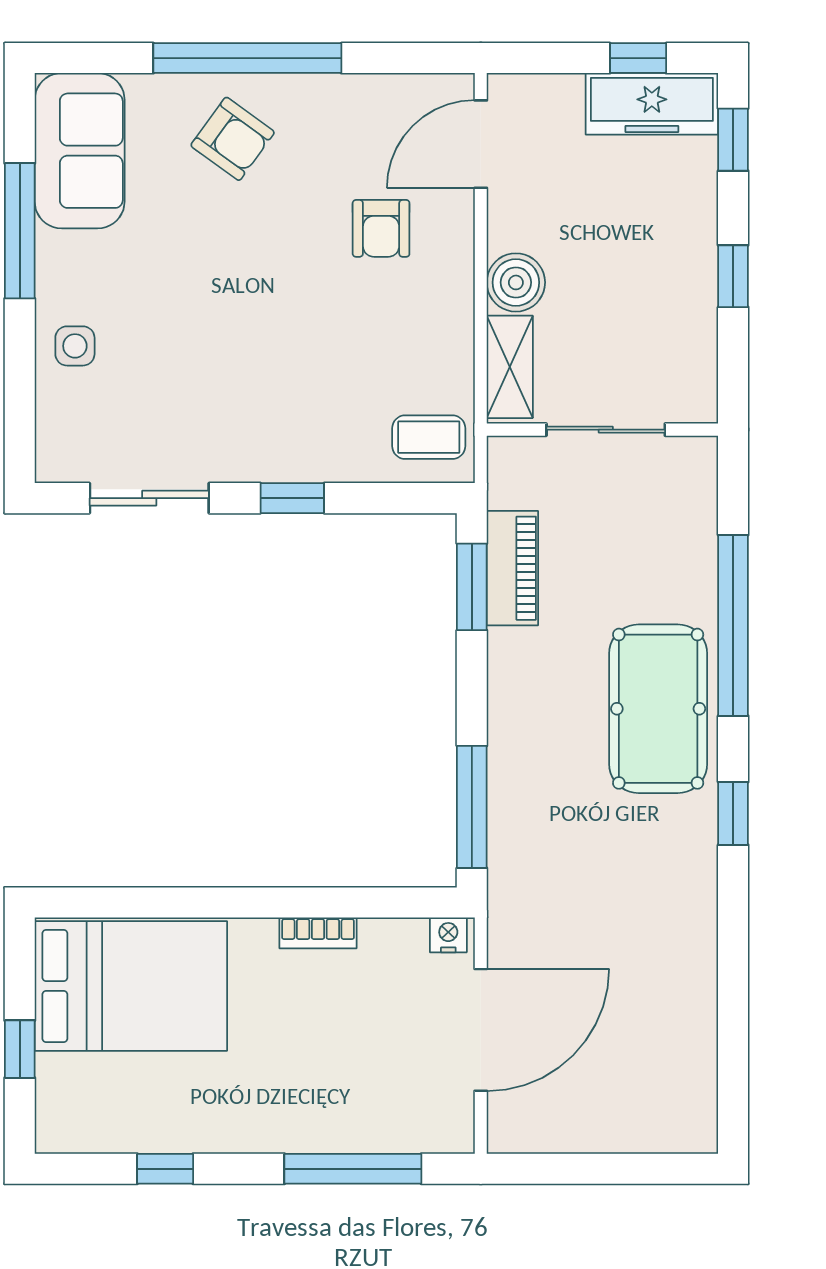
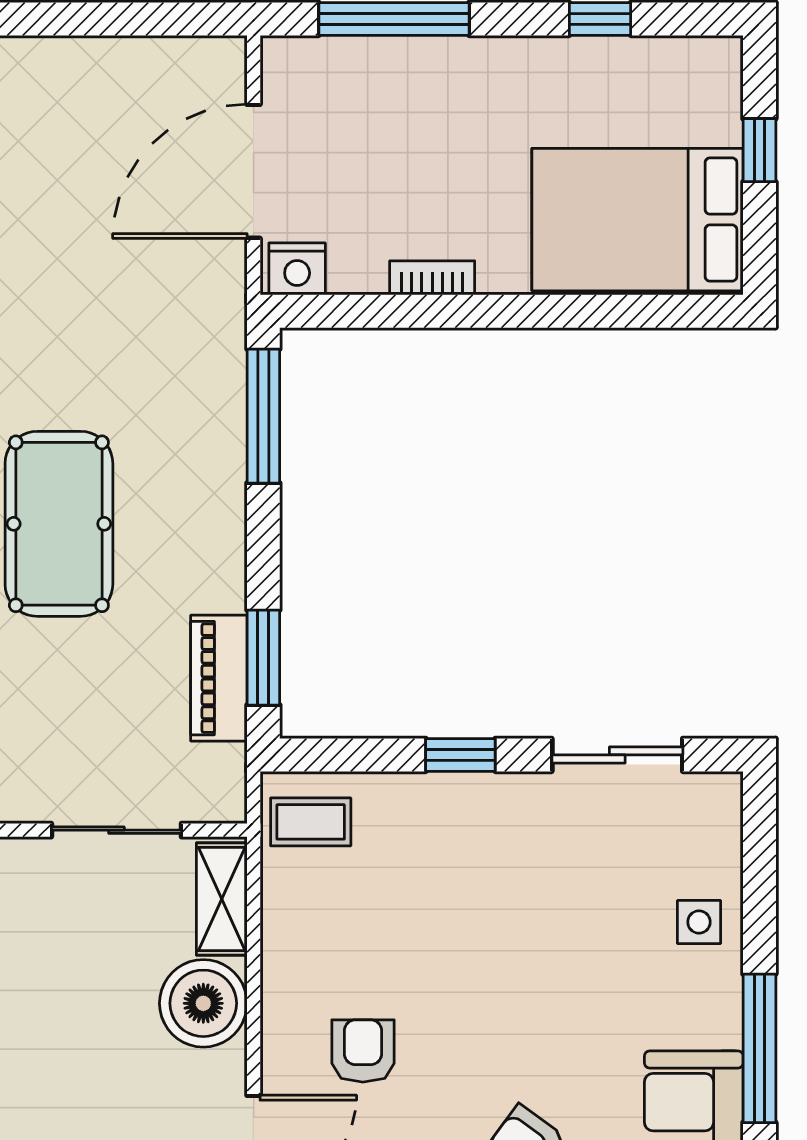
boiler: (516, 282) -> (203, 1003), width x1.37, depth x1.37
nightstand: (448, 935) -> (297, 269), width x1.39, depth x1.35

